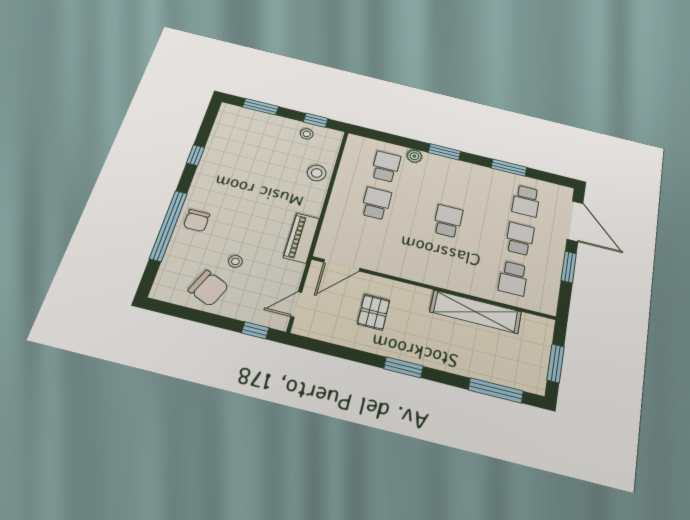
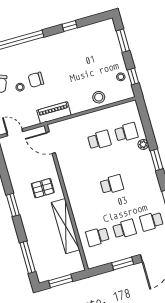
chair: (197, 220) -> (36, 80), moved
pallet: (374, 312) -> (43, 188), moved

